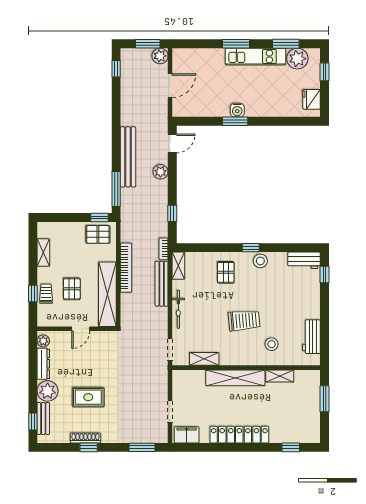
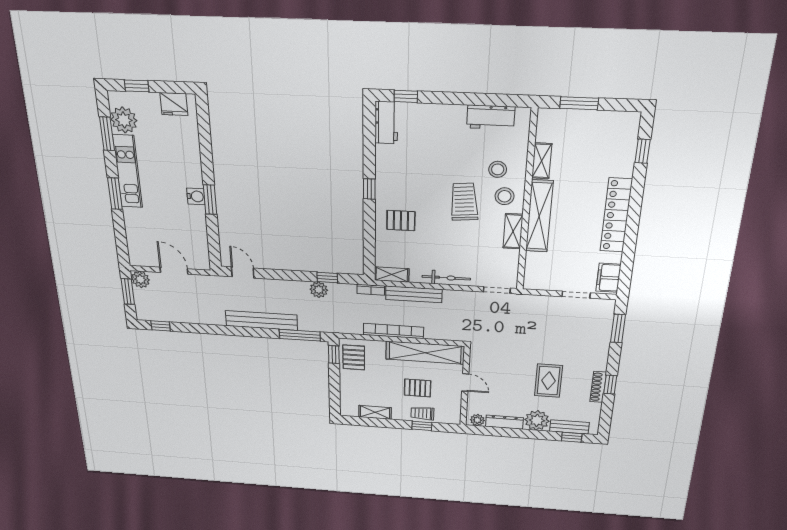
plant: (160, 172) -> (319, 290), moved
stool: (260, 261) -> (504, 196), moved
shelving: (204, 359) -> (513, 231), moved

